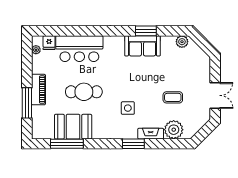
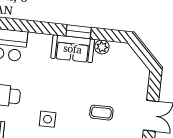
plant: (182, 42) -> (102, 47), moved

